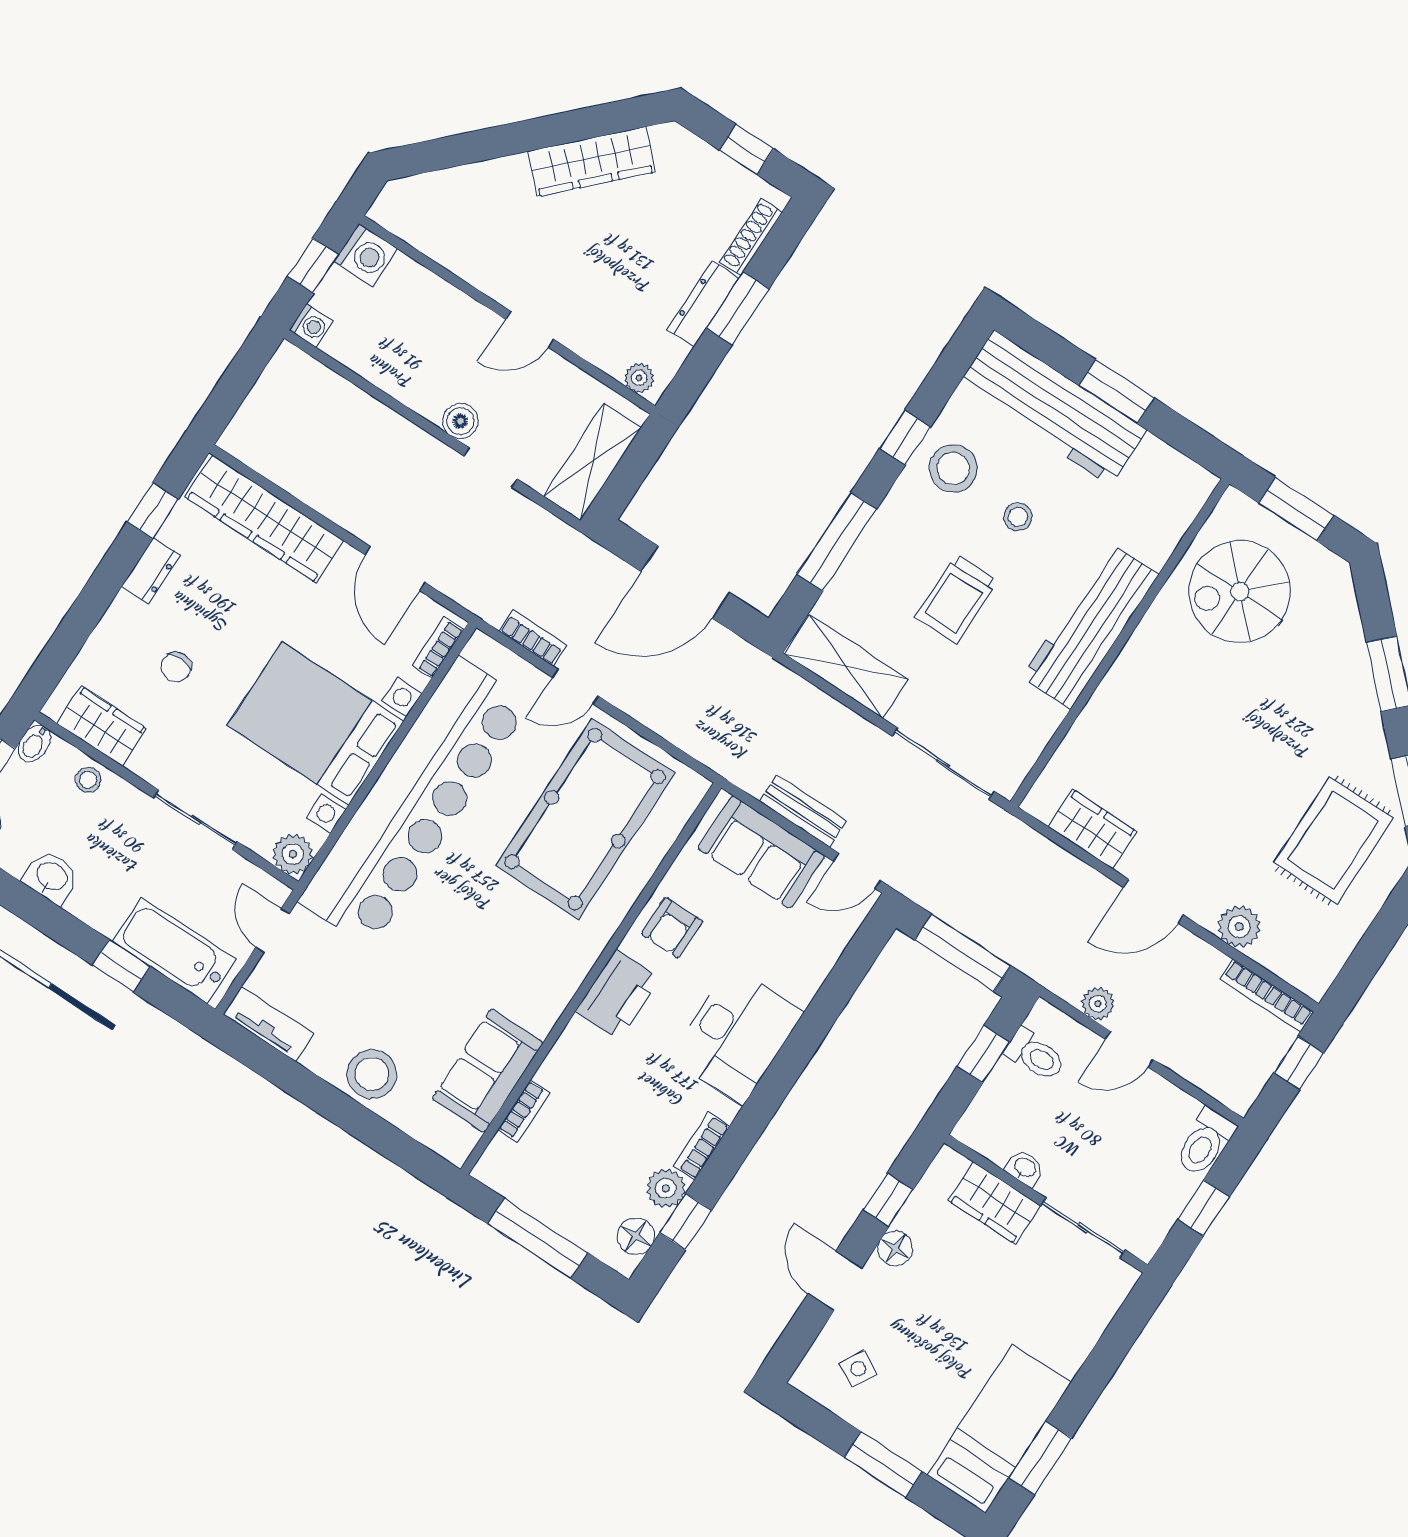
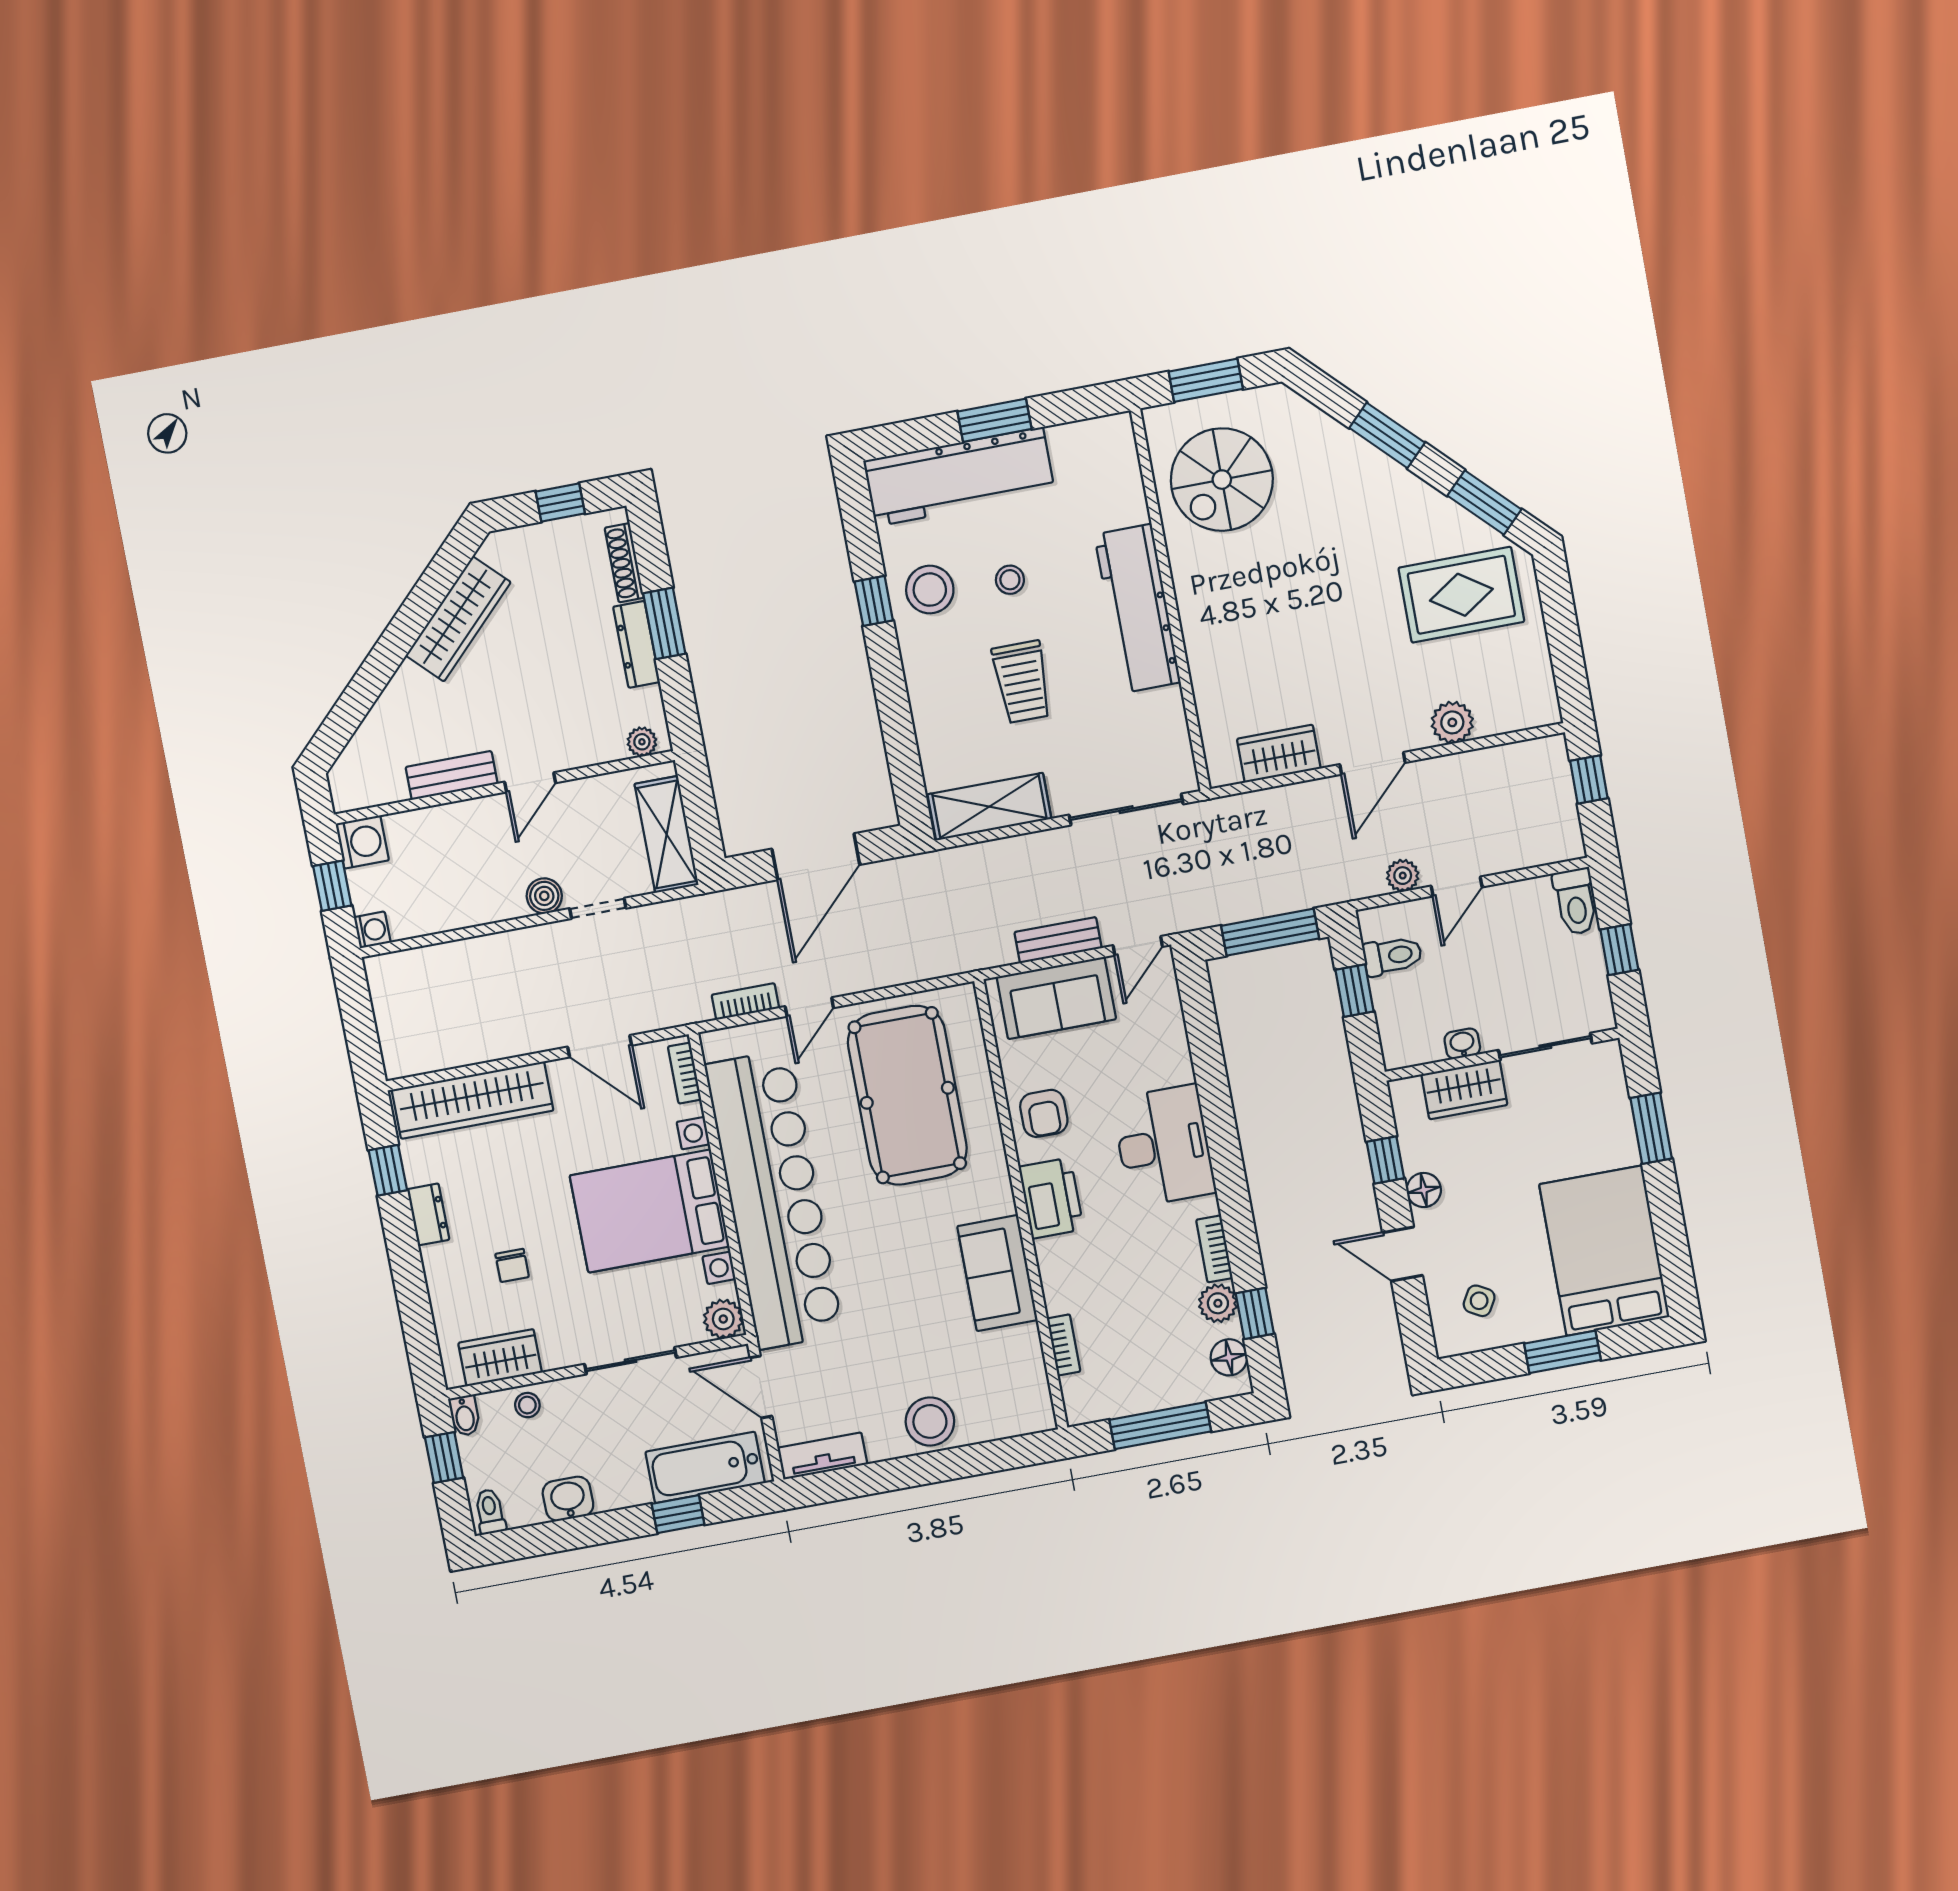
bench: (477, 269) -> (452, 775), added
window: (837, 542) -> (897, 723), removed
rug: (1333, 840) -> (1461, 595), turned 90
door: (272, 930) -> (761, 1387), width x1.38
bookcase: (1267, 996) -> (1520, 753), removed
sofa: (488, 1071) -> (997, 1273), moved
bed: (999, 1429) -> (1604, 1251), width x1.50
window: (1040, 1458) -> (1651, 1128), moved

